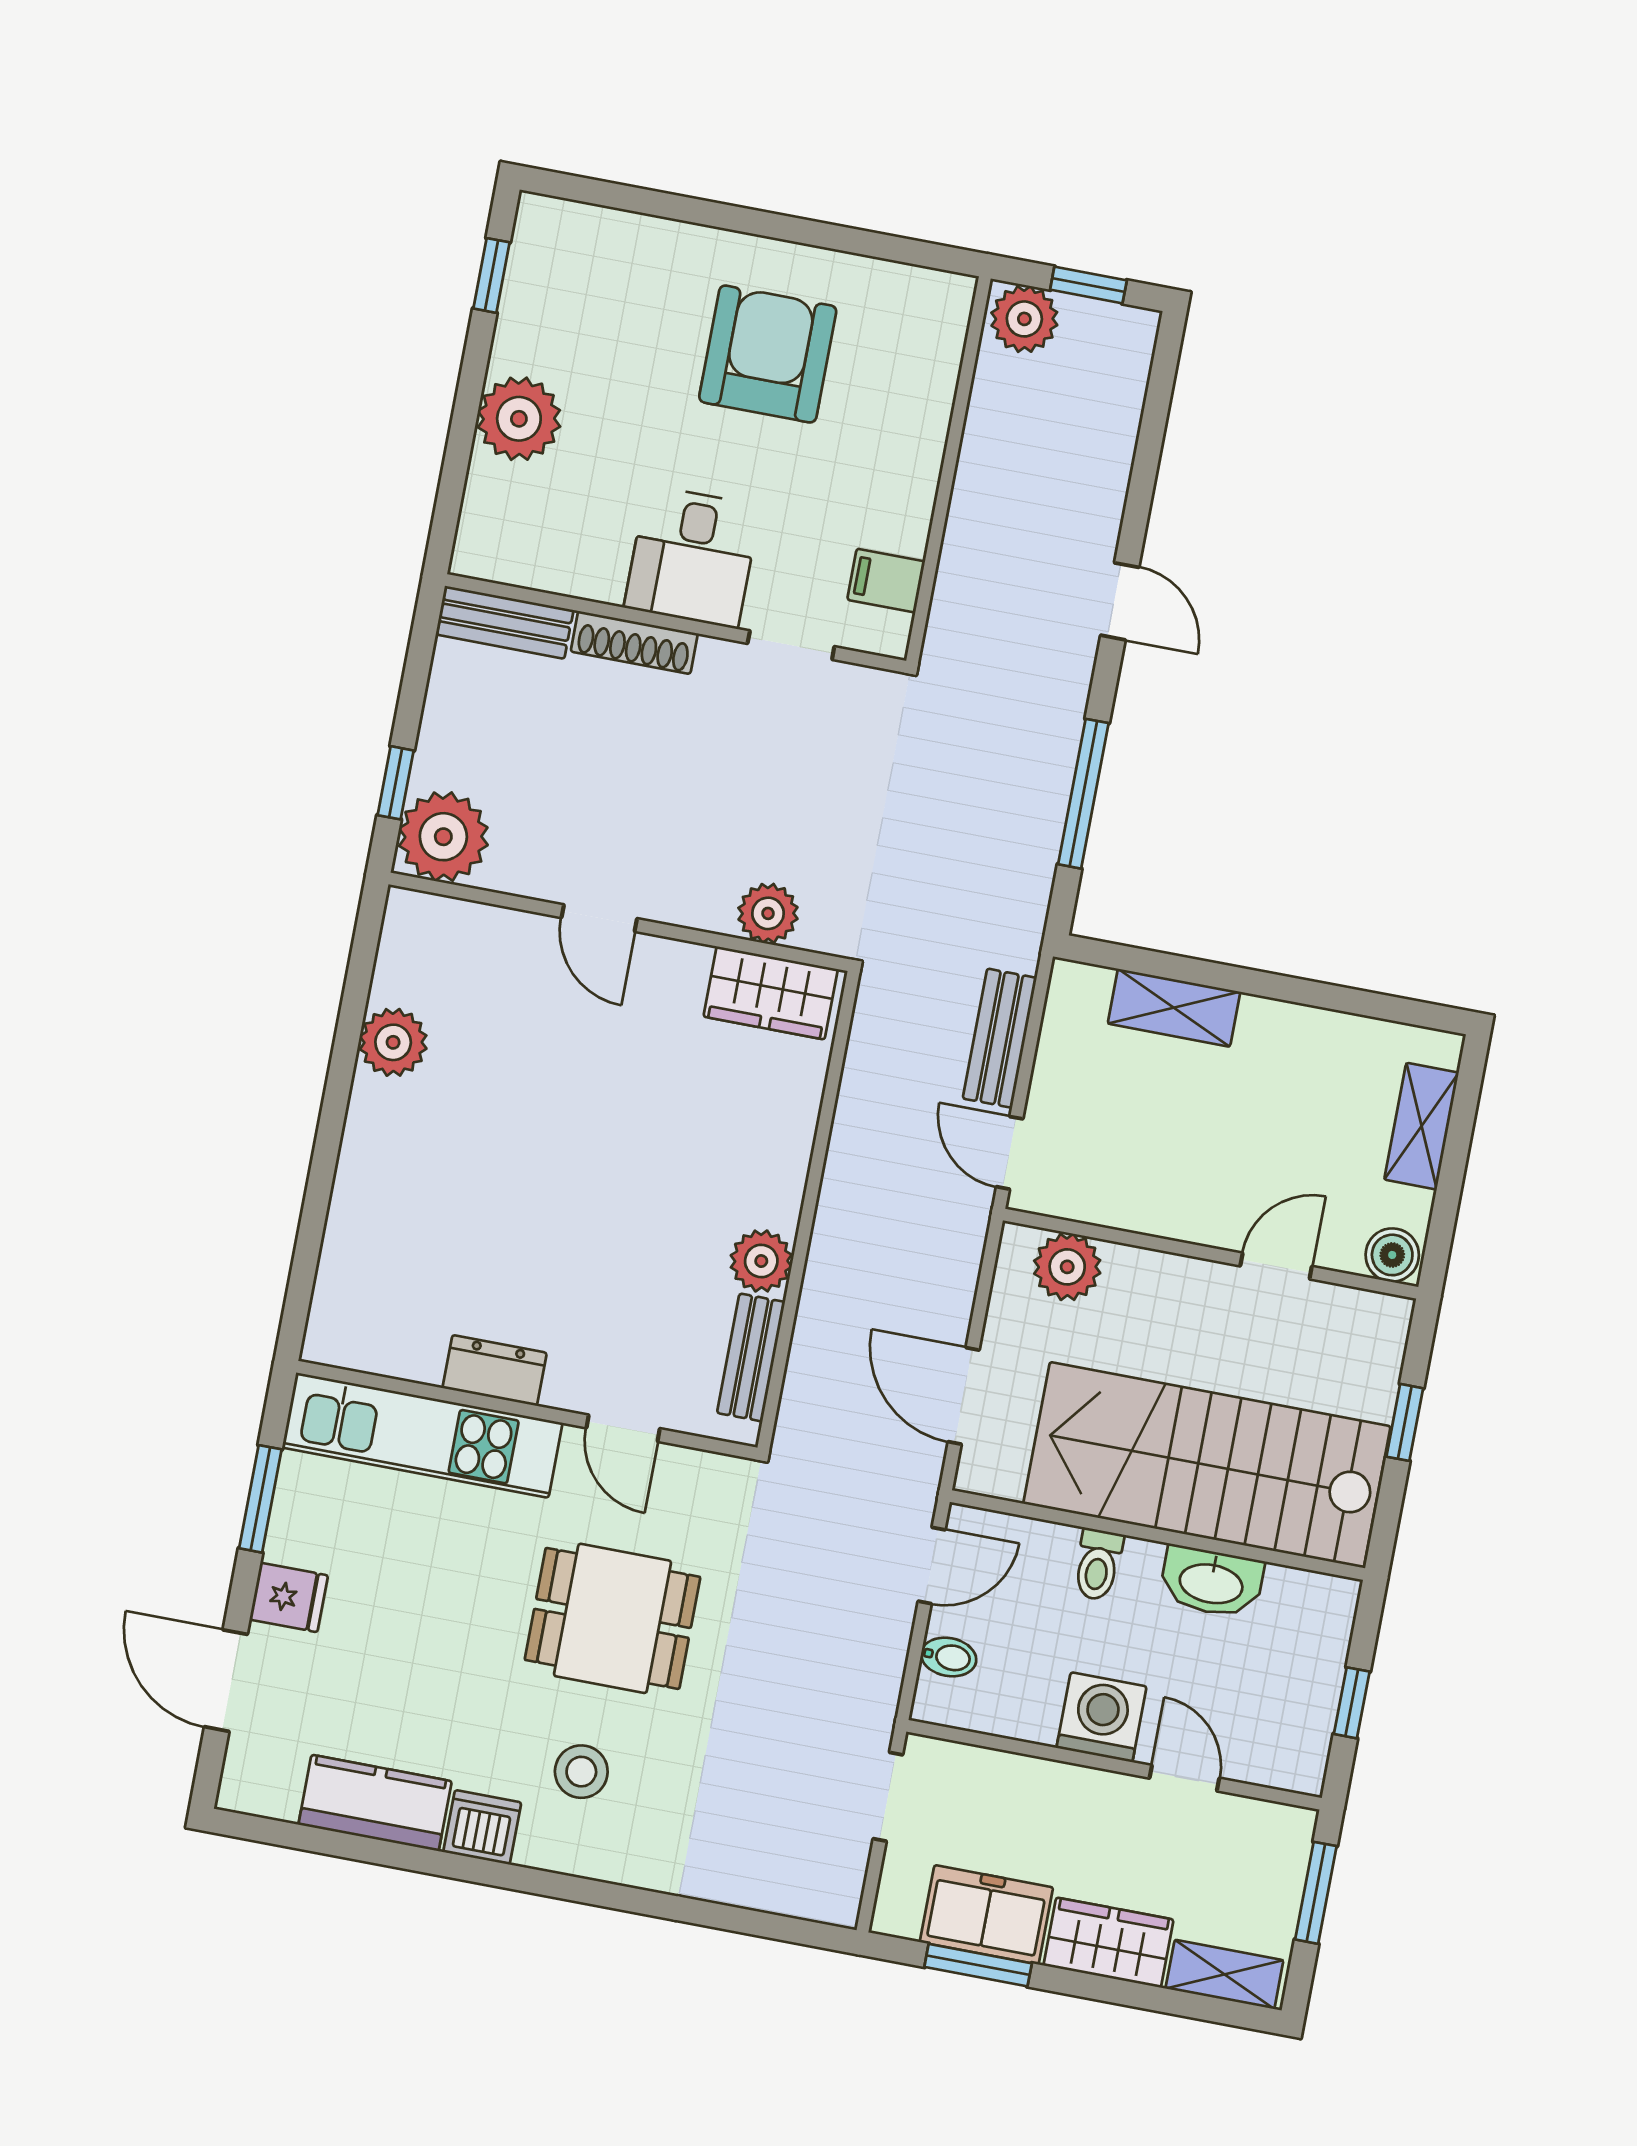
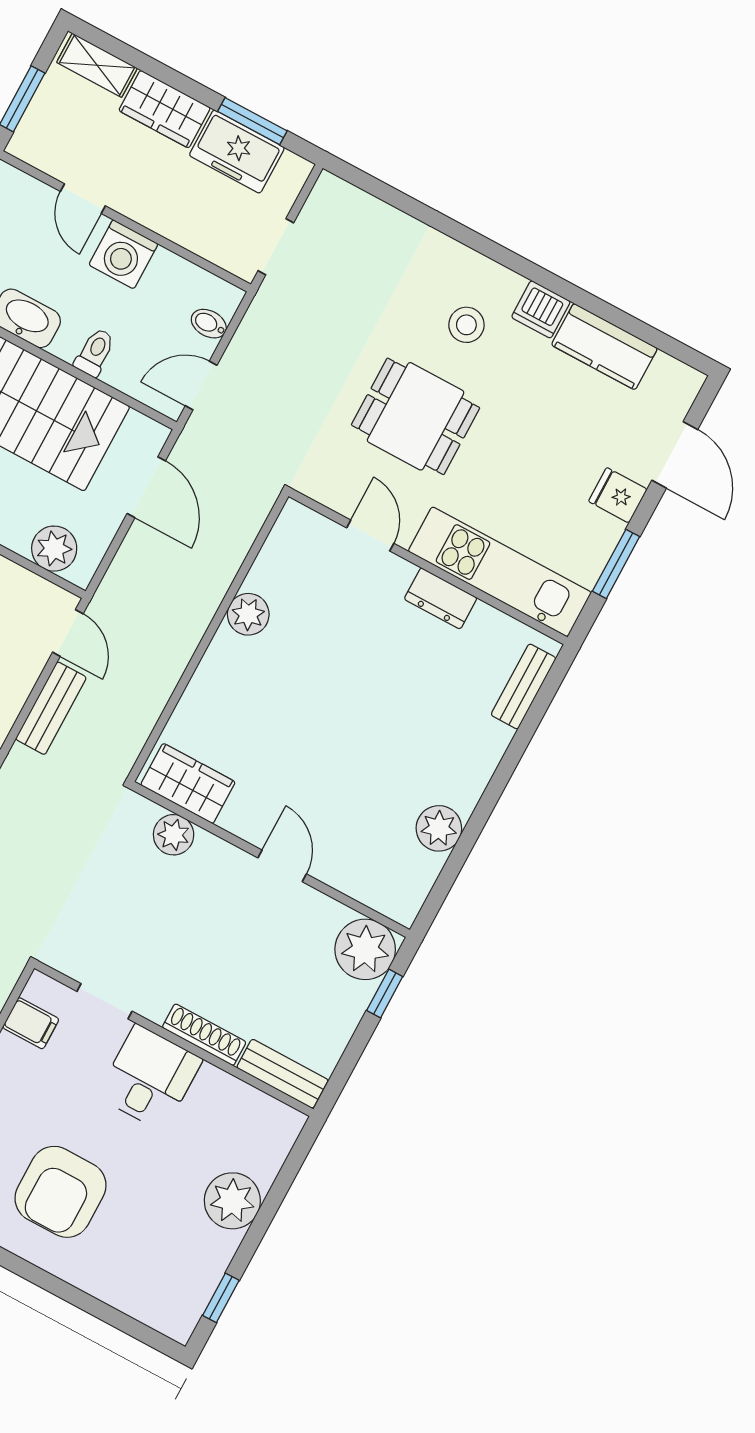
bench: (751, 1357) -> (523, 686), moved

